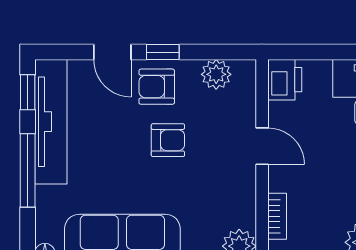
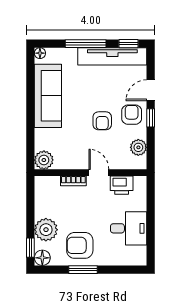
printer: (285, 80) -> (122, 185), moved
door: (262, 146) -> (99, 173), swing flipped
bookcase: (277, 216) -> (73, 181), moved

